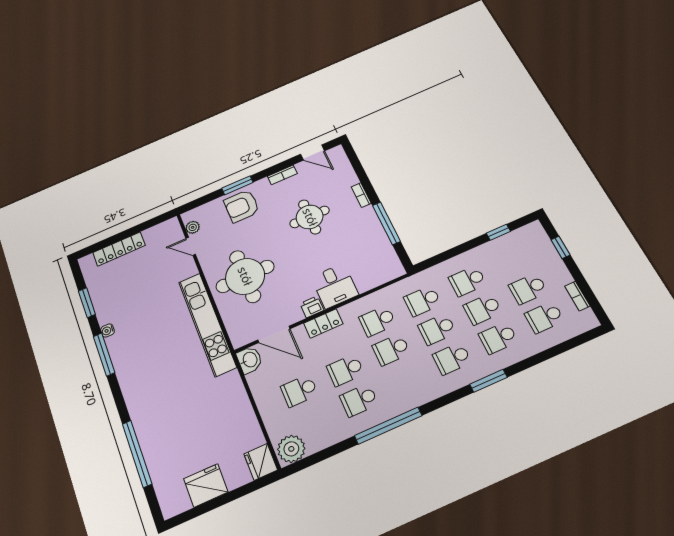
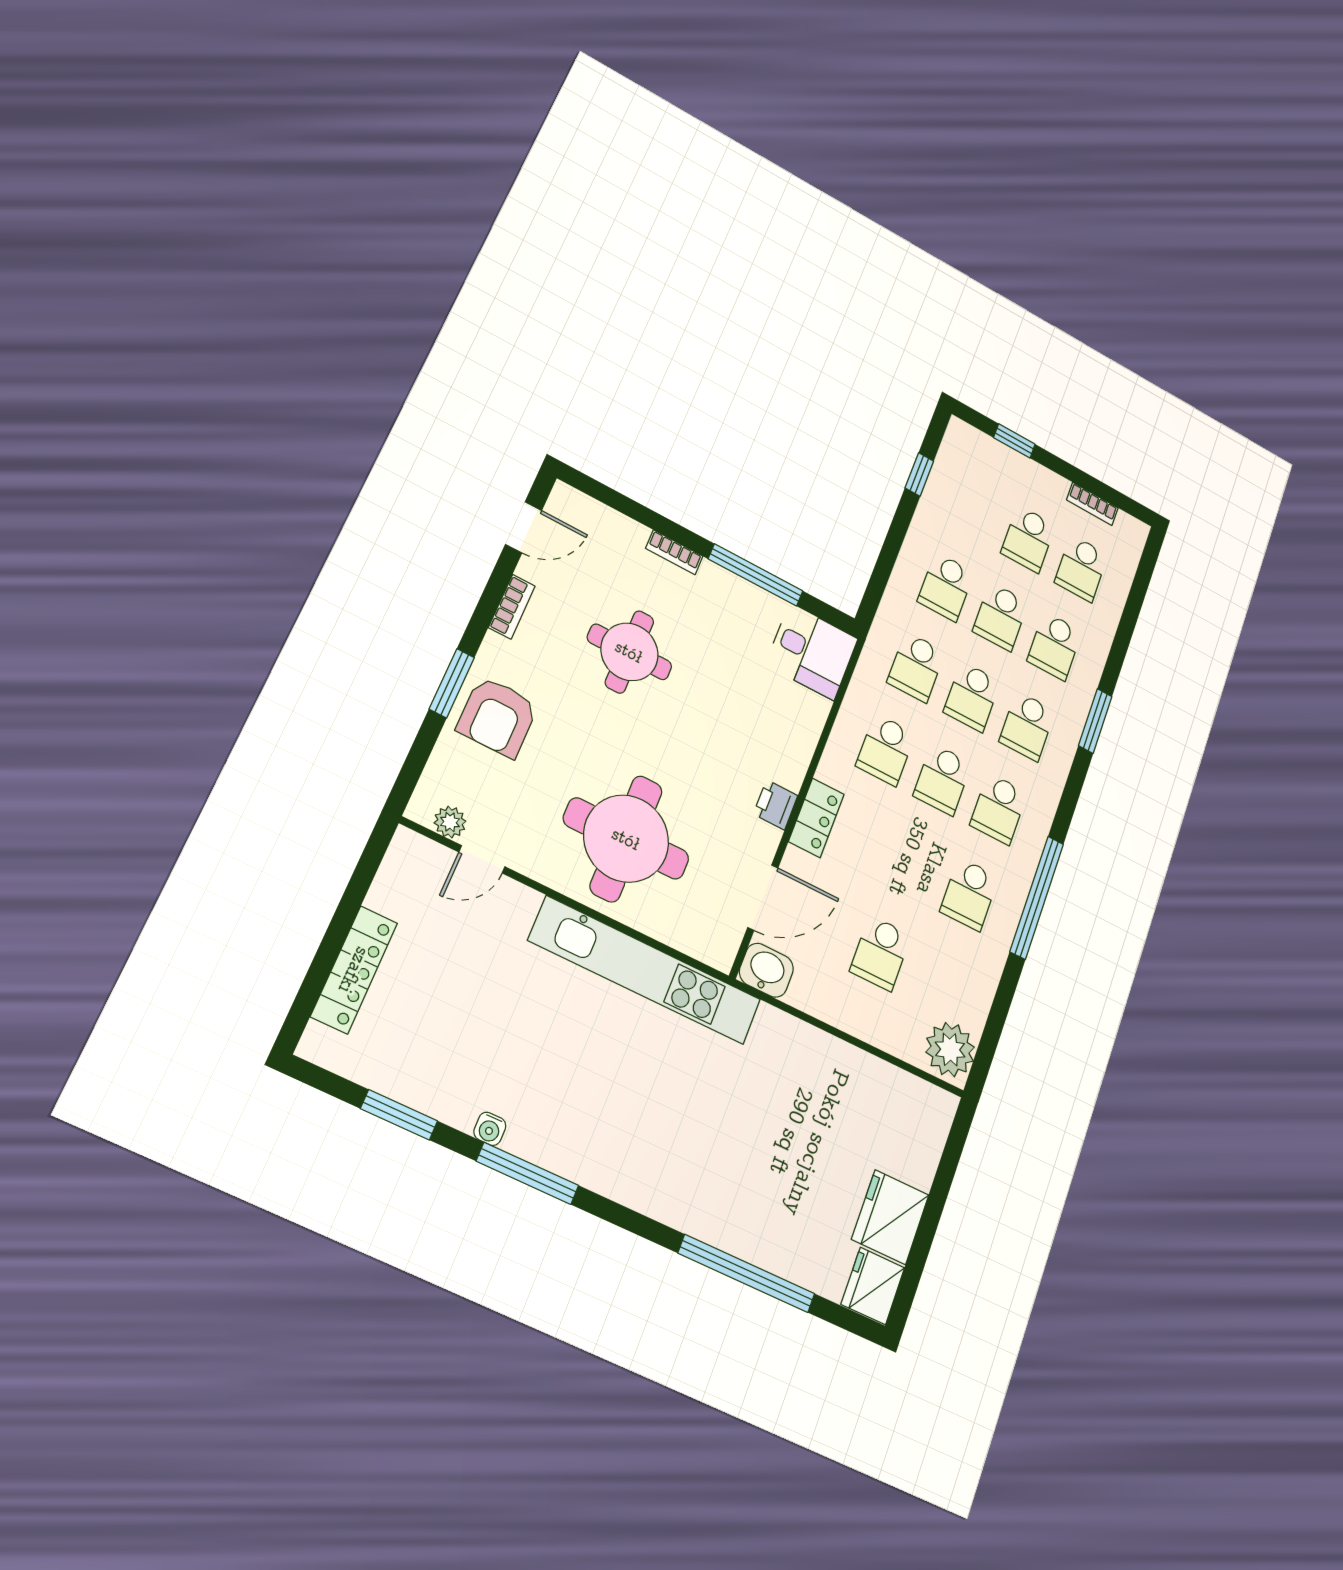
desk: (335, 286) -> (812, 652), moved
school desk: (345, 370) -> (999, 809), moved
fridge: (261, 462) -> (873, 1286), moved, turned 90

